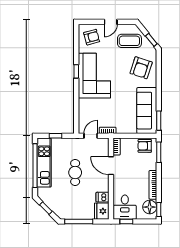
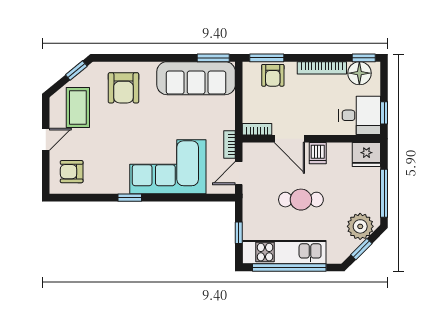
door: (111, 22) -> (46, 139), hinge flipped
armchair: (92, 37) -> (72, 172), turned -75
armchair: (141, 68) -> (123, 88), turned 72
corner sofa: (94, 76) -> (168, 167), moved
door: (91, 136) -> (239, 173), hinge flipped
armchair: (145, 146) -> (273, 75), moved
door: (111, 166) -> (289, 139), hinge flipped
dishwasher: (103, 197) -> (318, 153), moved
plant: (59, 207) -> (360, 226), added

